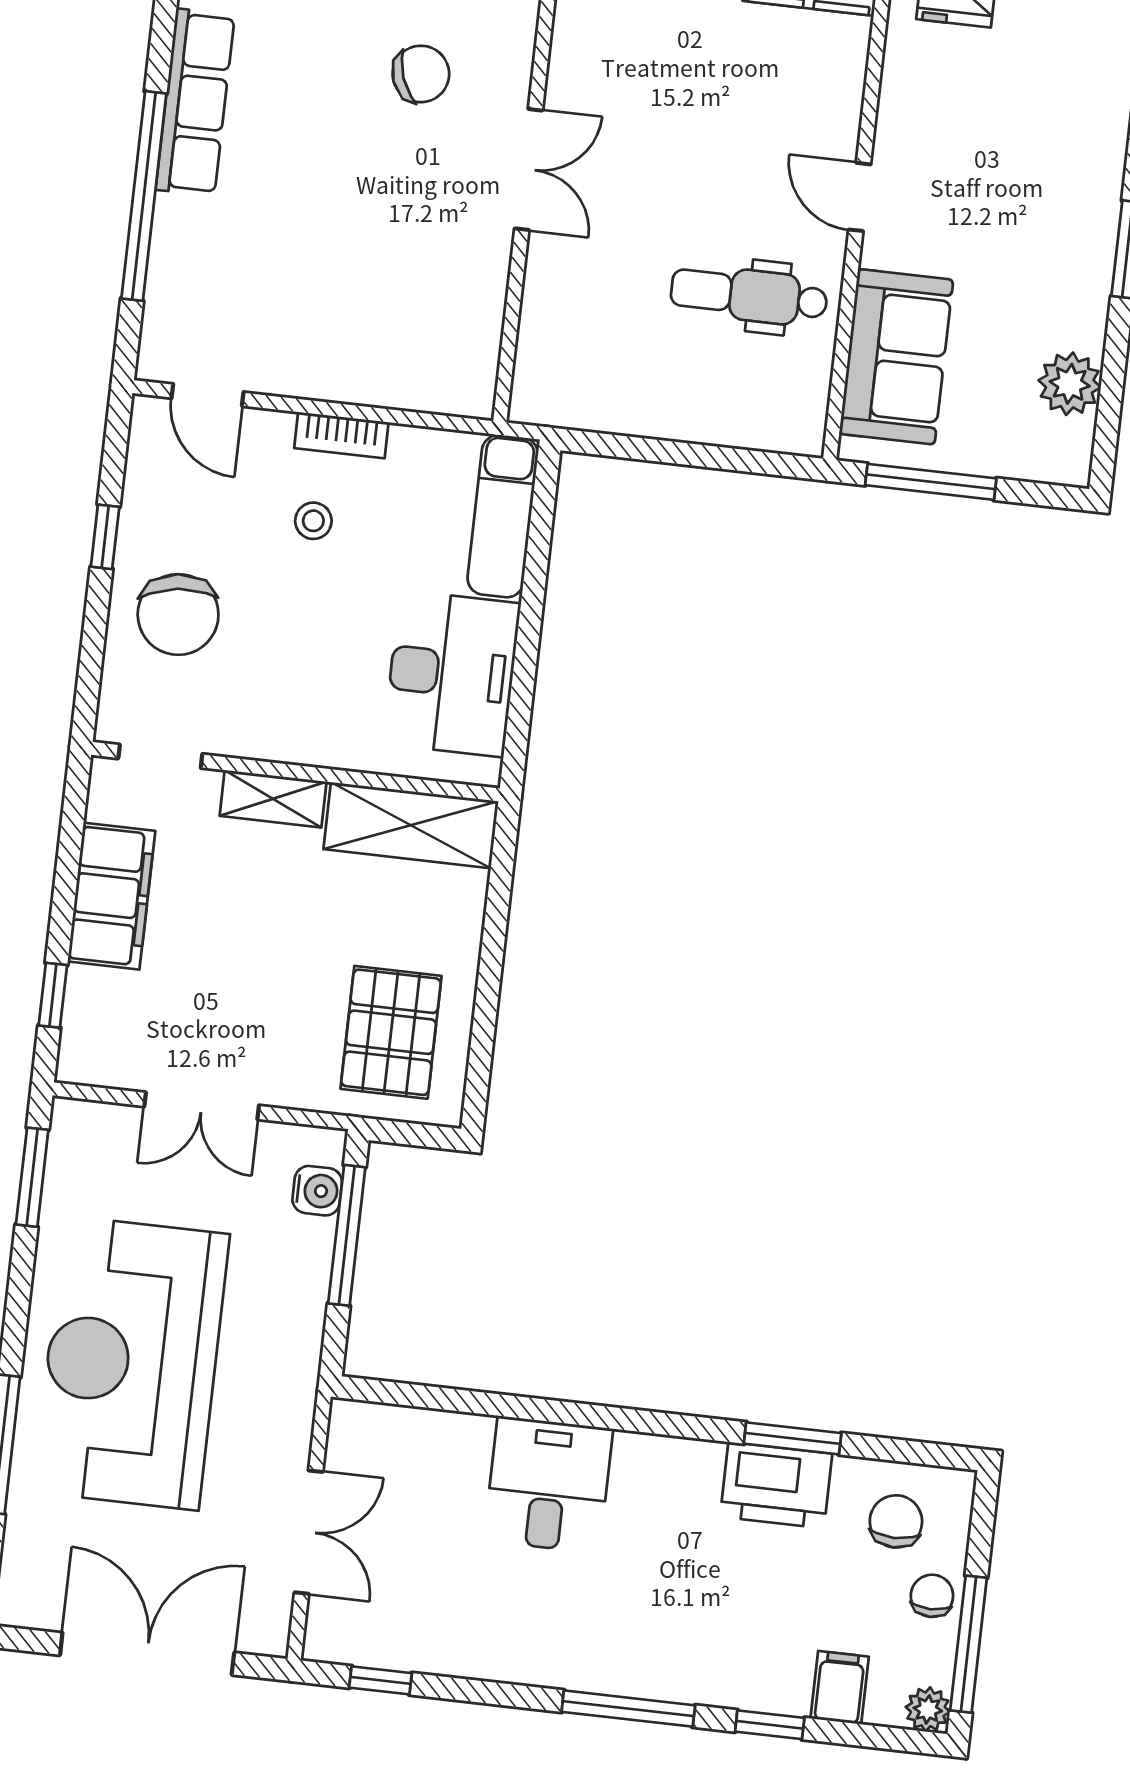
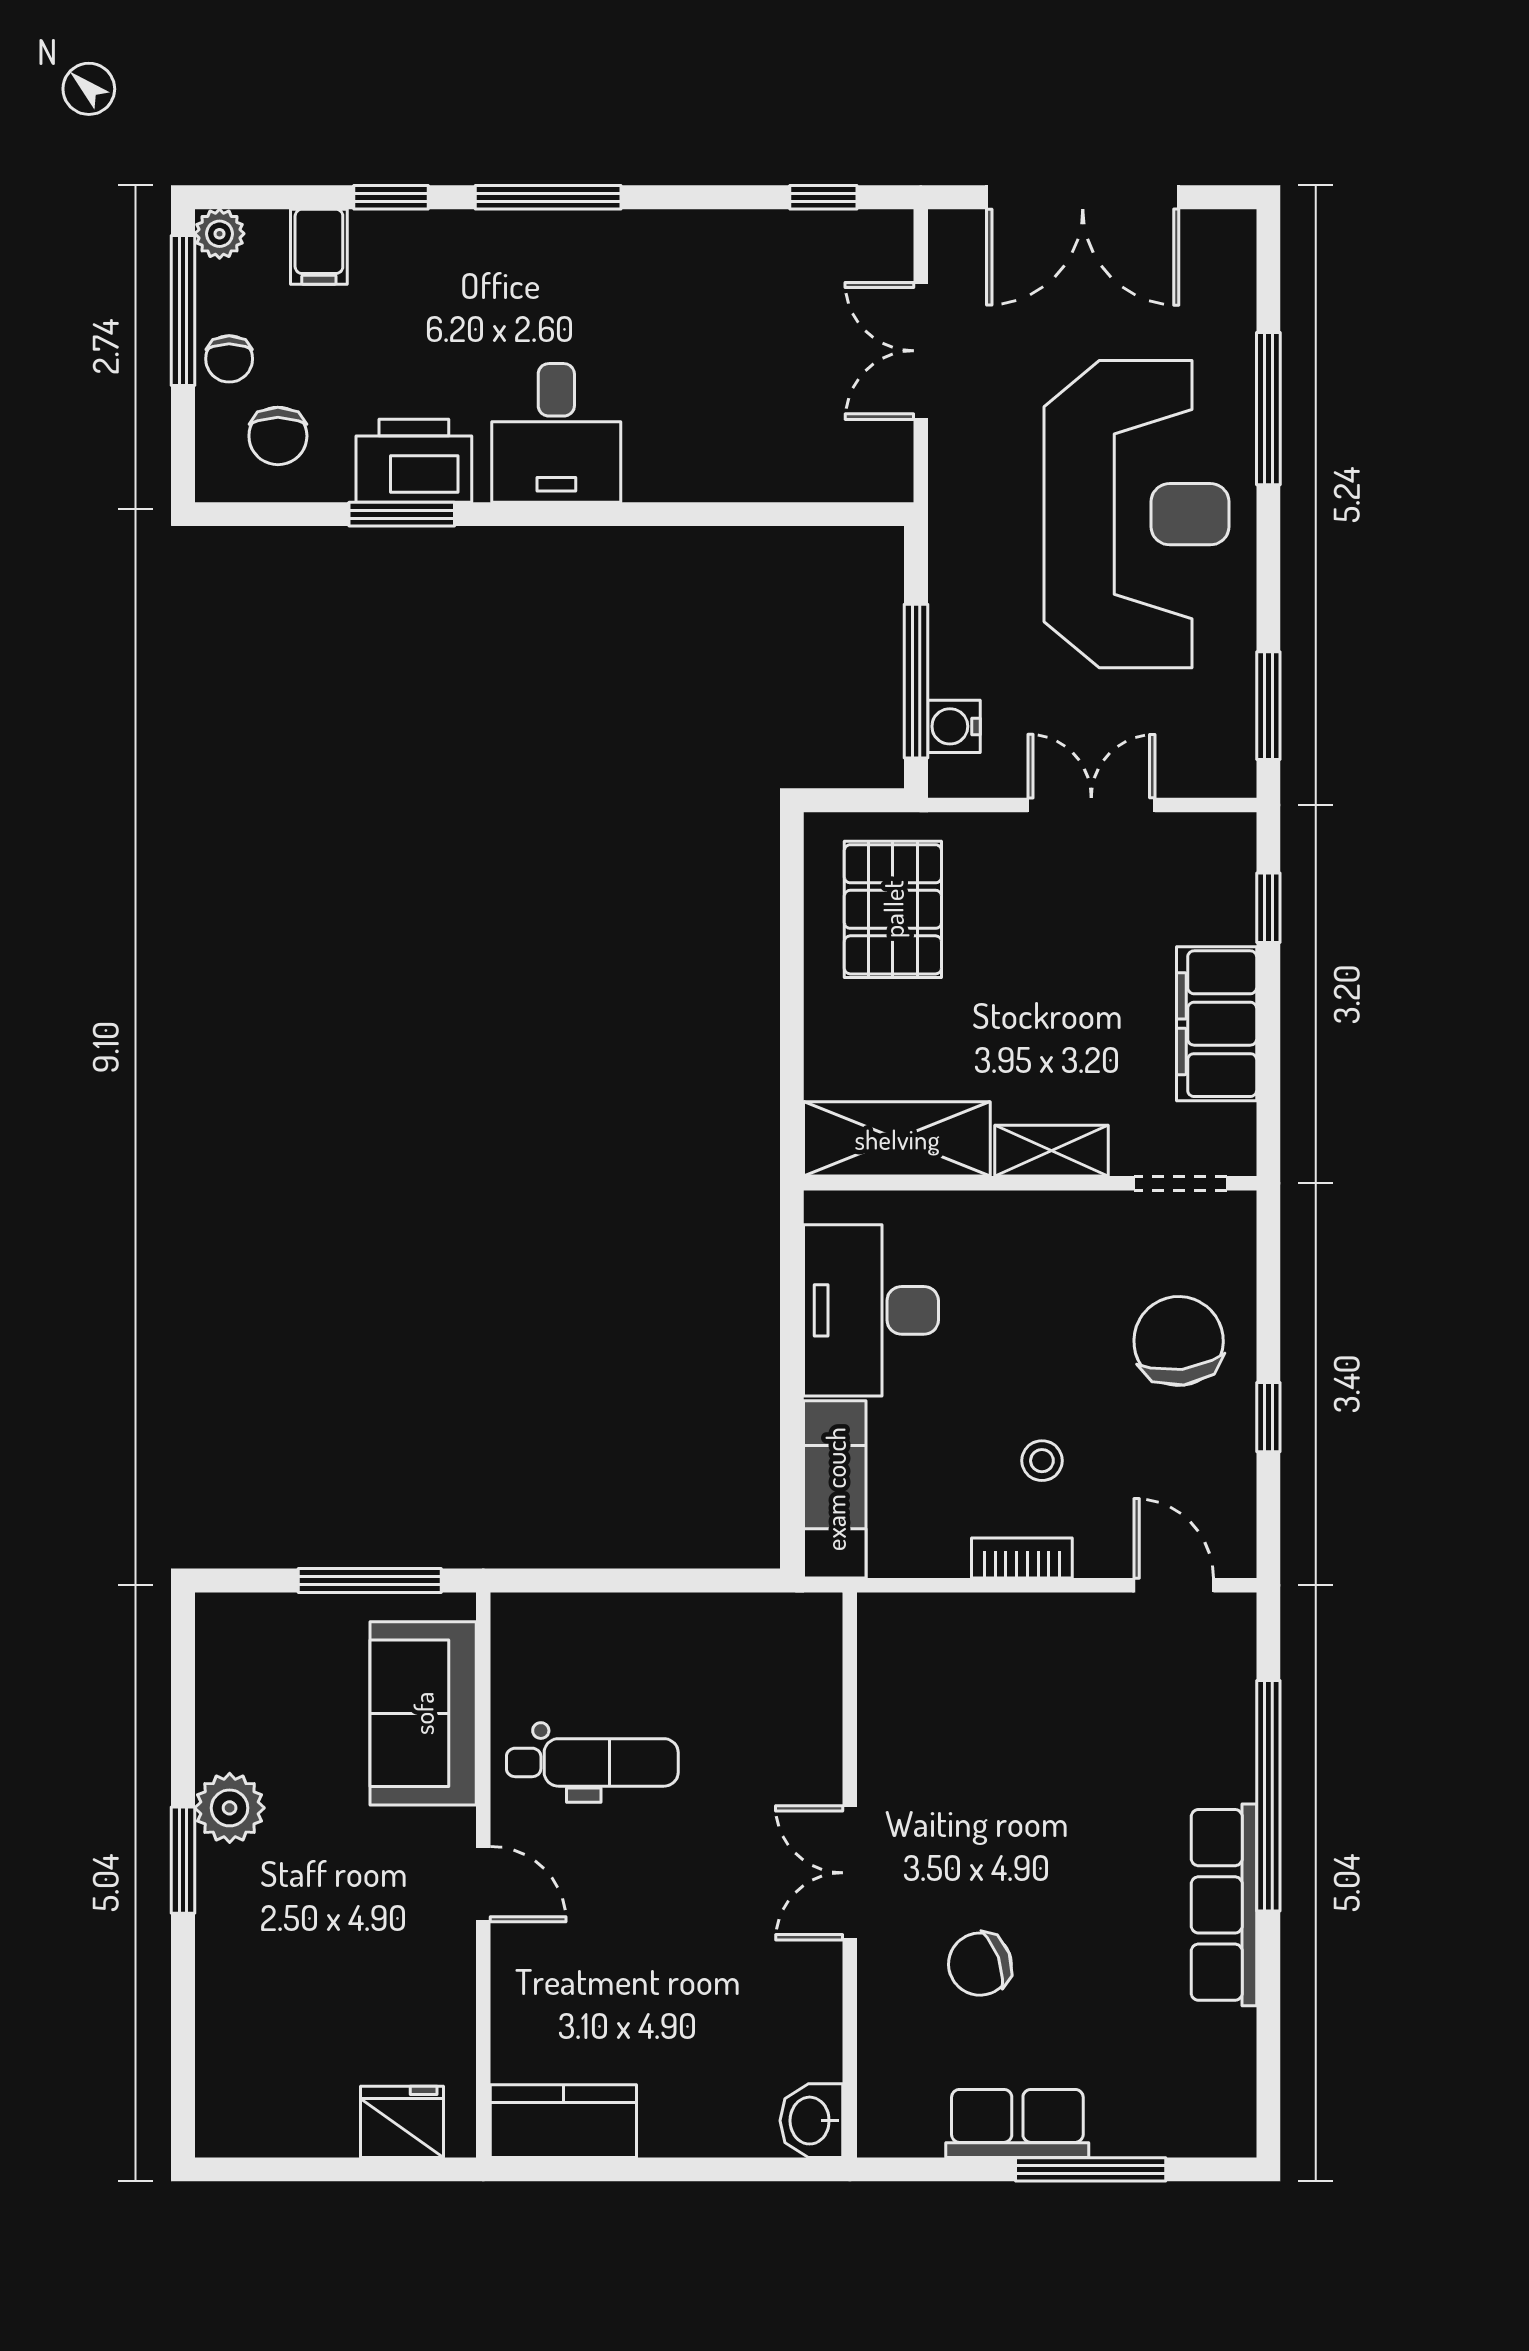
plant: (1070, 384) -> (230, 1808), moved
desk: (548, 1485) -> (556, 433), moved

